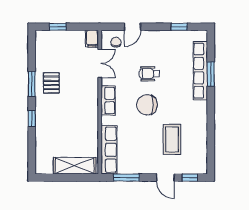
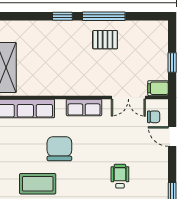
window: (58, 27) -> (172, 62), moved
wheelchair: (149, 74) -> (120, 176), moved
window: (32, 84) -> (104, 16), width x1.44
chair: (147, 105) -> (59, 149), moved

